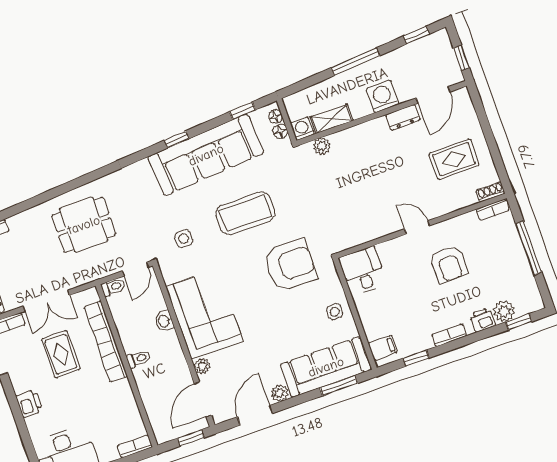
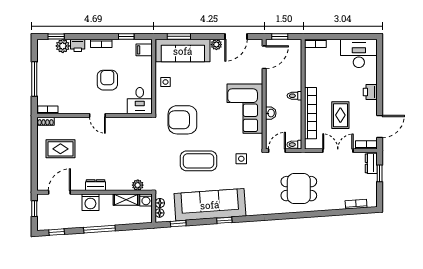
dresser: (403, 117) -> (96, 185), moved
armchair: (449, 264) -> (107, 80), moved
plant: (202, 366) -> (257, 78), removed

